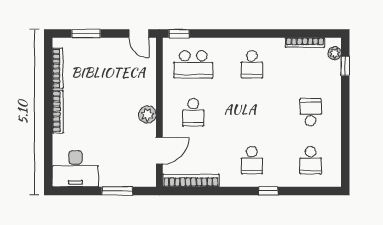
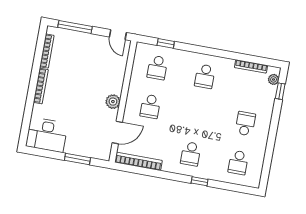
window: (86, 34) -> (75, 27), width x1.44
window: (179, 34) -> (166, 43), moved
school desk: (193, 64) -> (157, 68), width x0.54

